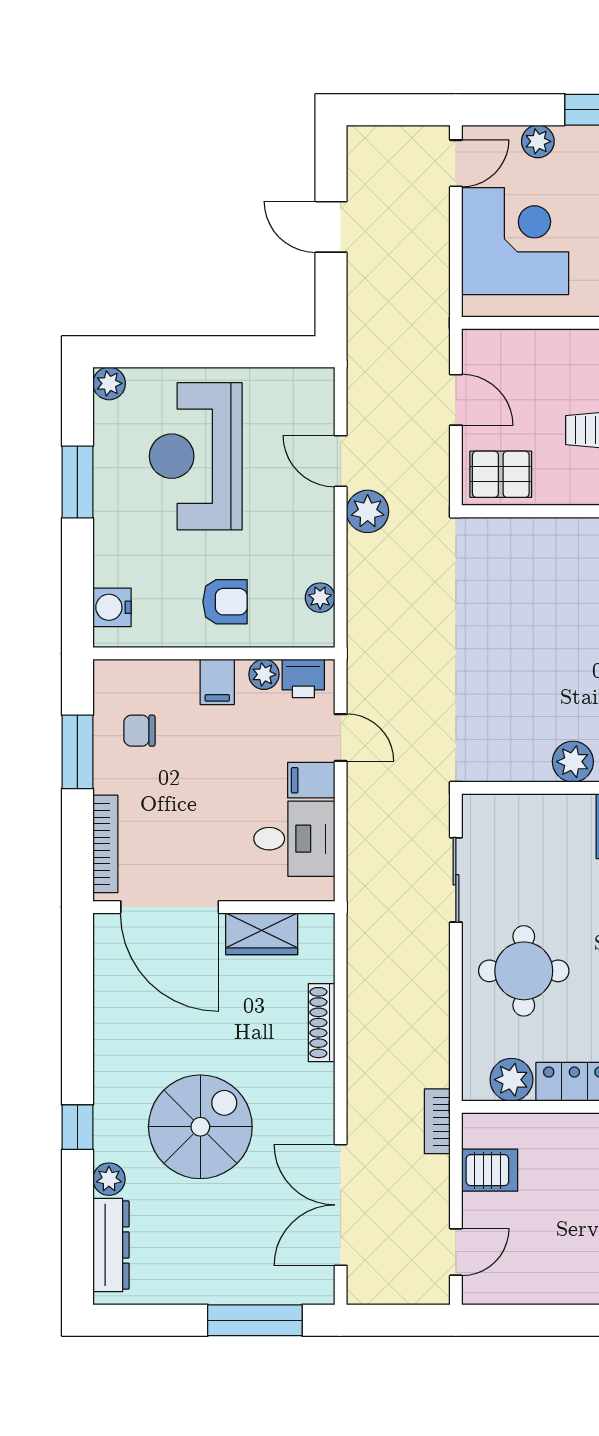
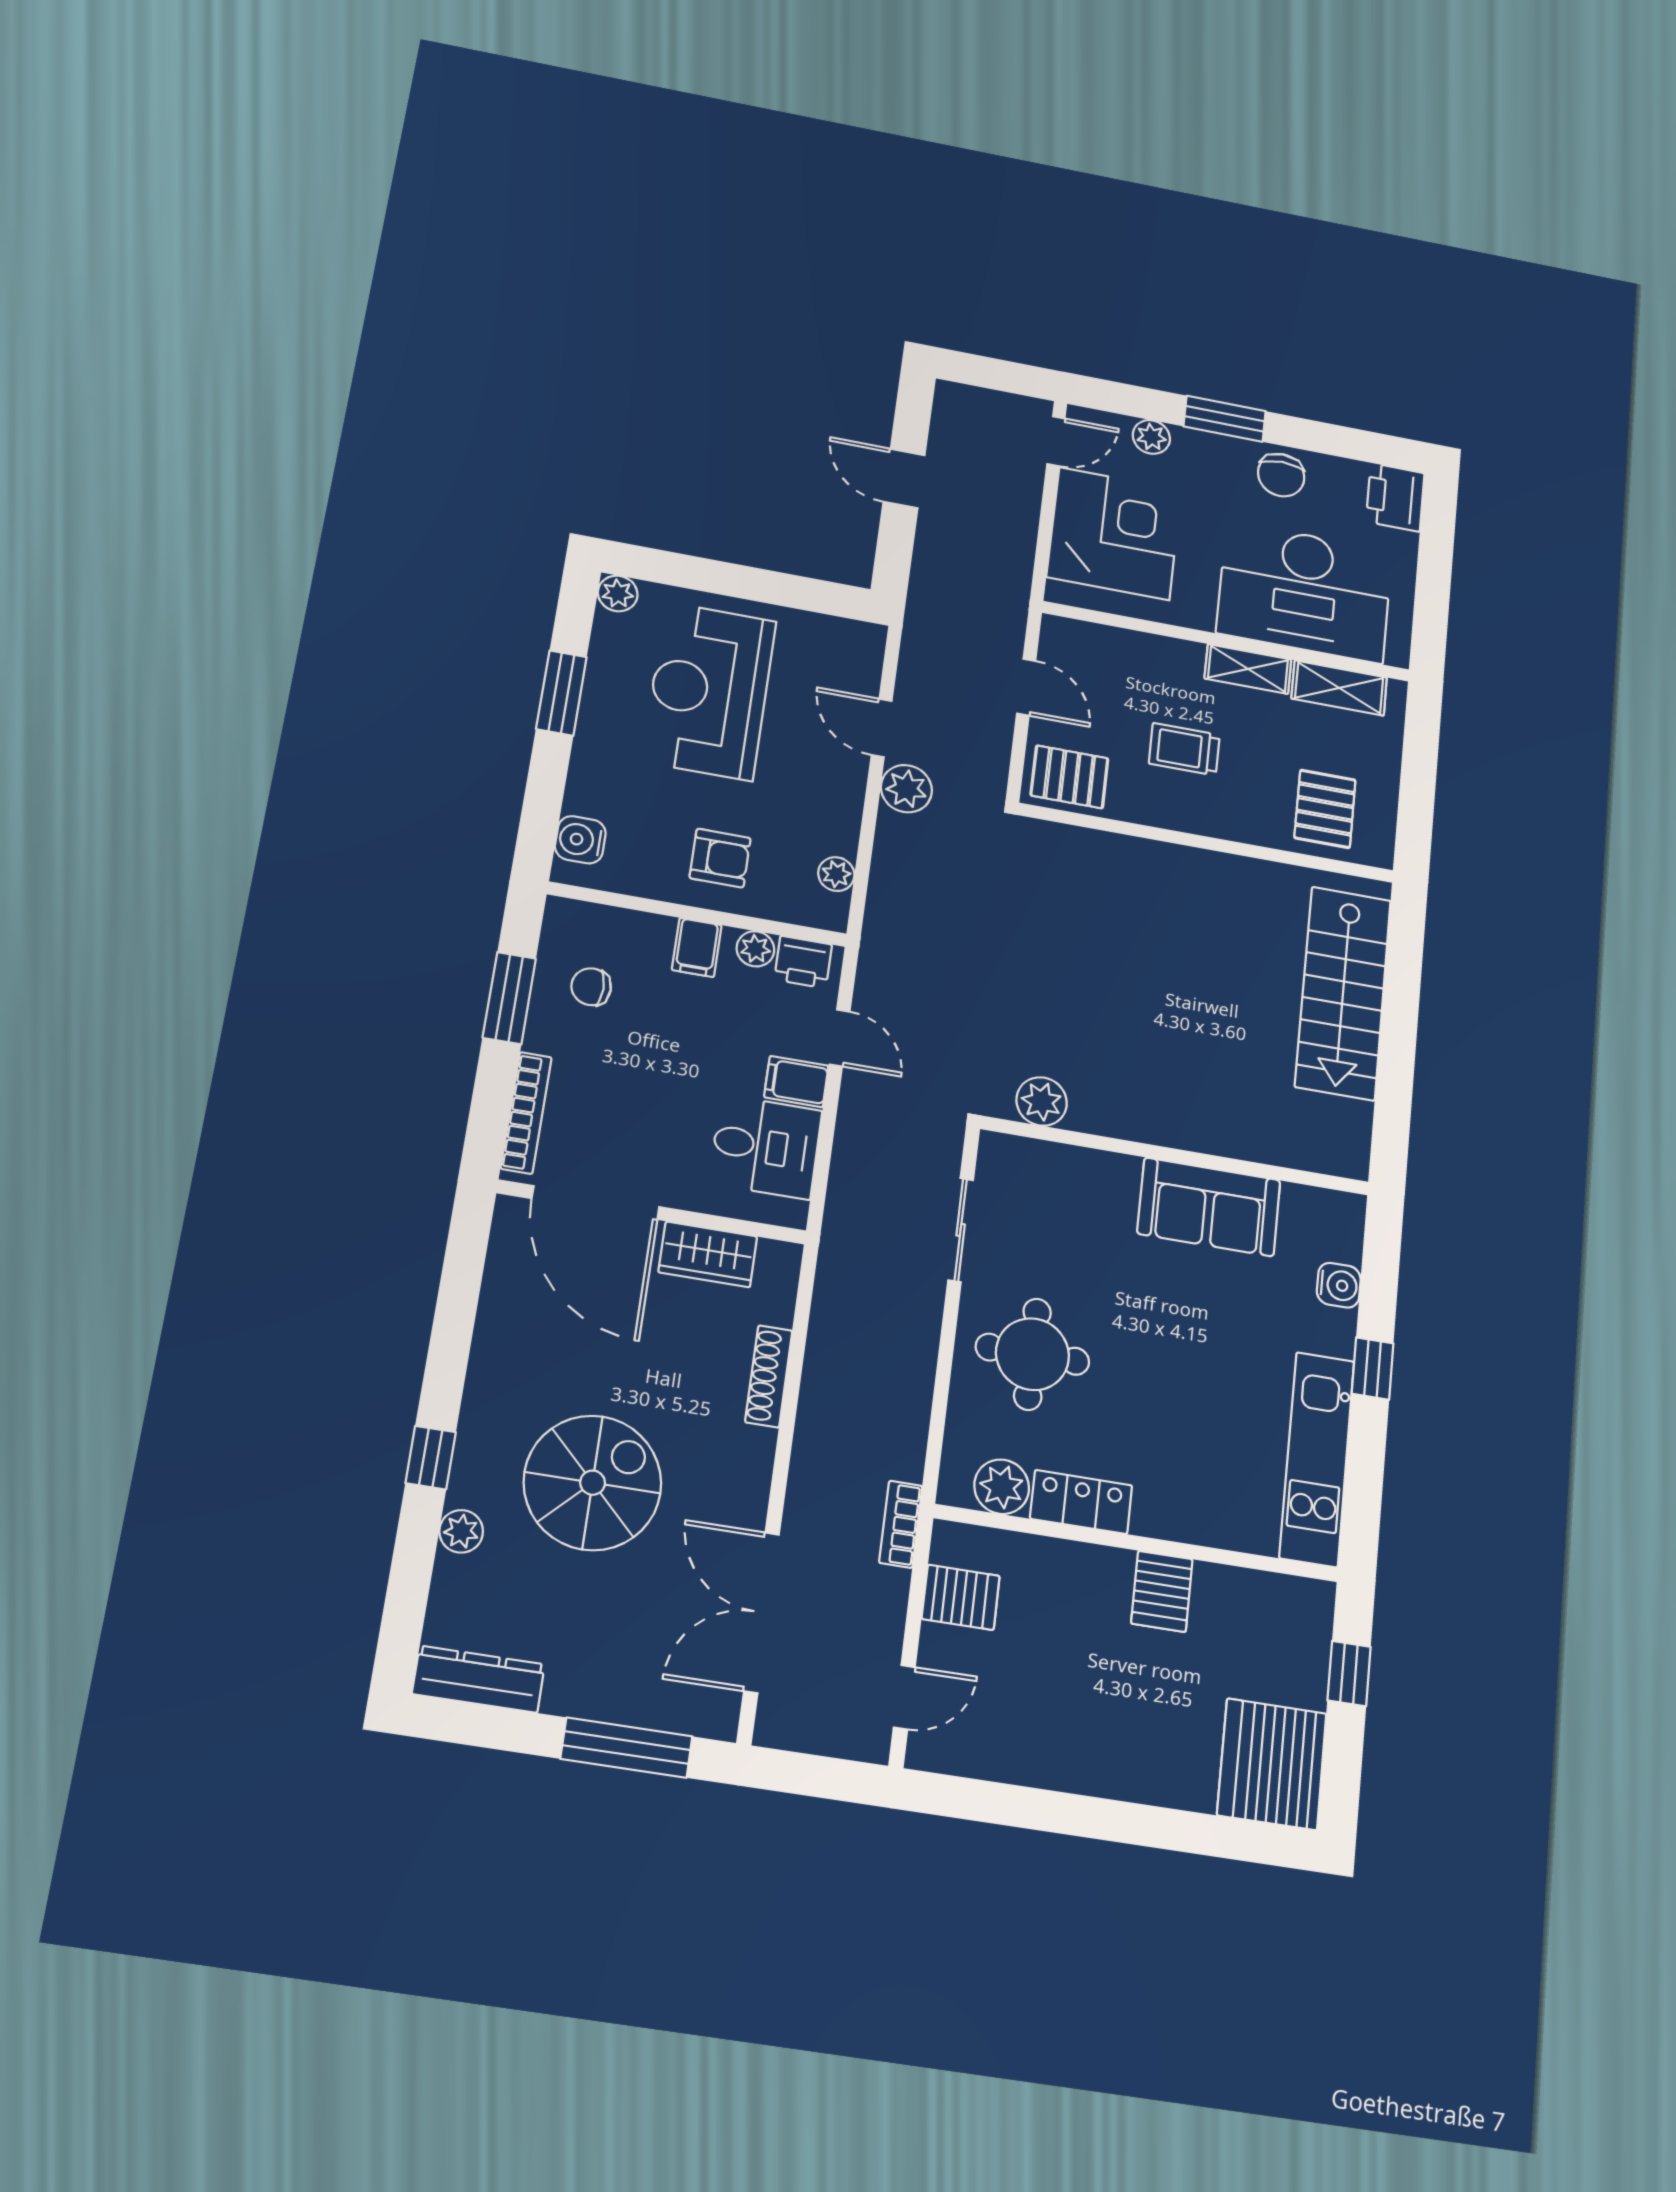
plant: (573, 762) -> (1042, 1101), moved
dresser: (111, 1245) -> (478, 1679), moved, turned -90

